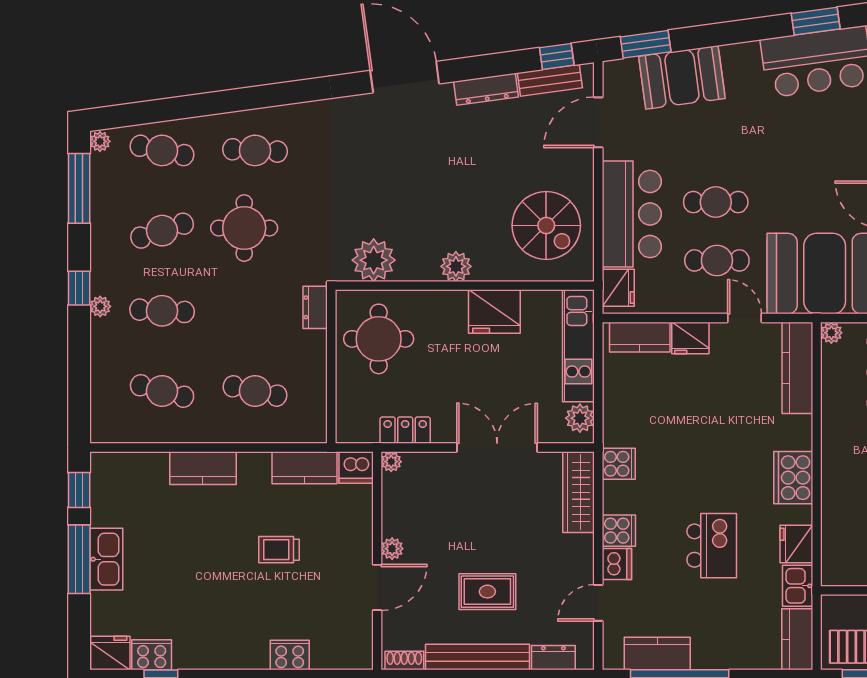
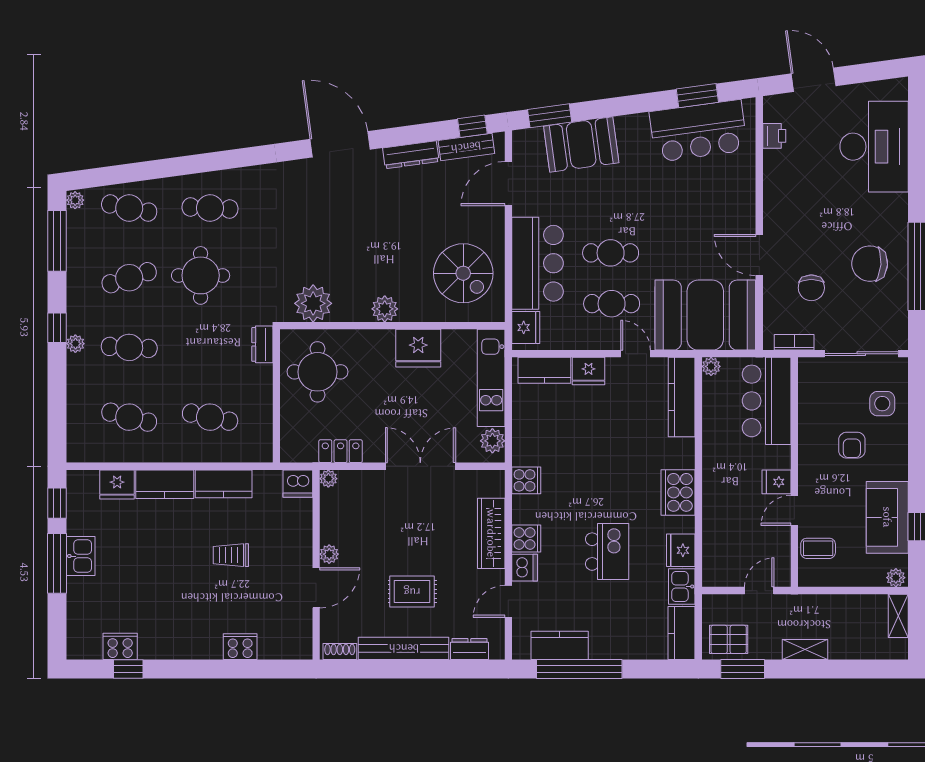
kitchen counter: (305, 468) -> (224, 484), moved
wardrobe: (578, 492) -> (491, 533), moved
kitchen sink: (106, 559) -> (81, 556), width x0.73
fridge: (110, 653) -> (117, 484), moved, turned 180

